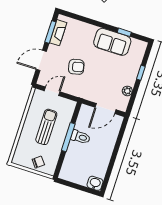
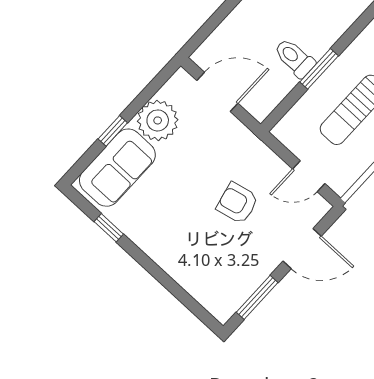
fireplace: (58, 33) -> (242, 289), removed
sofa: (112, 42) -> (117, 168), moved, turned 90
plant: (127, 91) -> (158, 120), width x1.88, depth x1.88
window: (68, 137) -> (319, 69), width x0.69

